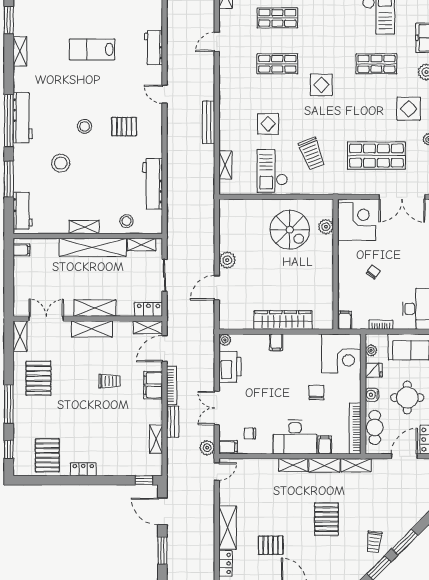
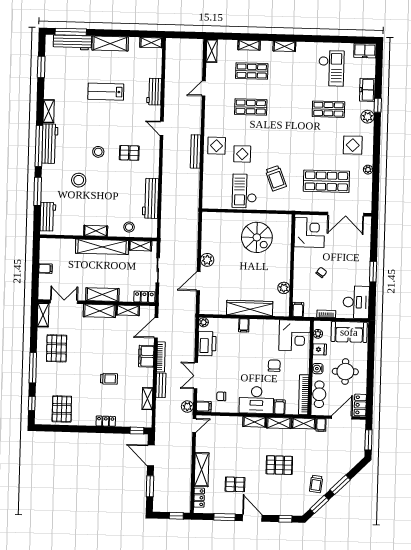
shelving: (20, 51) -> (49, 111), moved
display table: (321, 85) -> (217, 146), moved
shelving: (225, 165) -> (208, 185), removed
plant: (326, 227) -> (284, 288), moved
filing cabinet: (21, 250) -> (45, 269), moved
shelving: (148, 327) -> (128, 310), moved
trolley: (109, 381) -> (109, 379), moved
filing cabinet: (378, 467) -> (321, 425), added
locker: (83, 469) -> (106, 421), moved
pallet: (326, 519) -> (279, 465), turned 90

